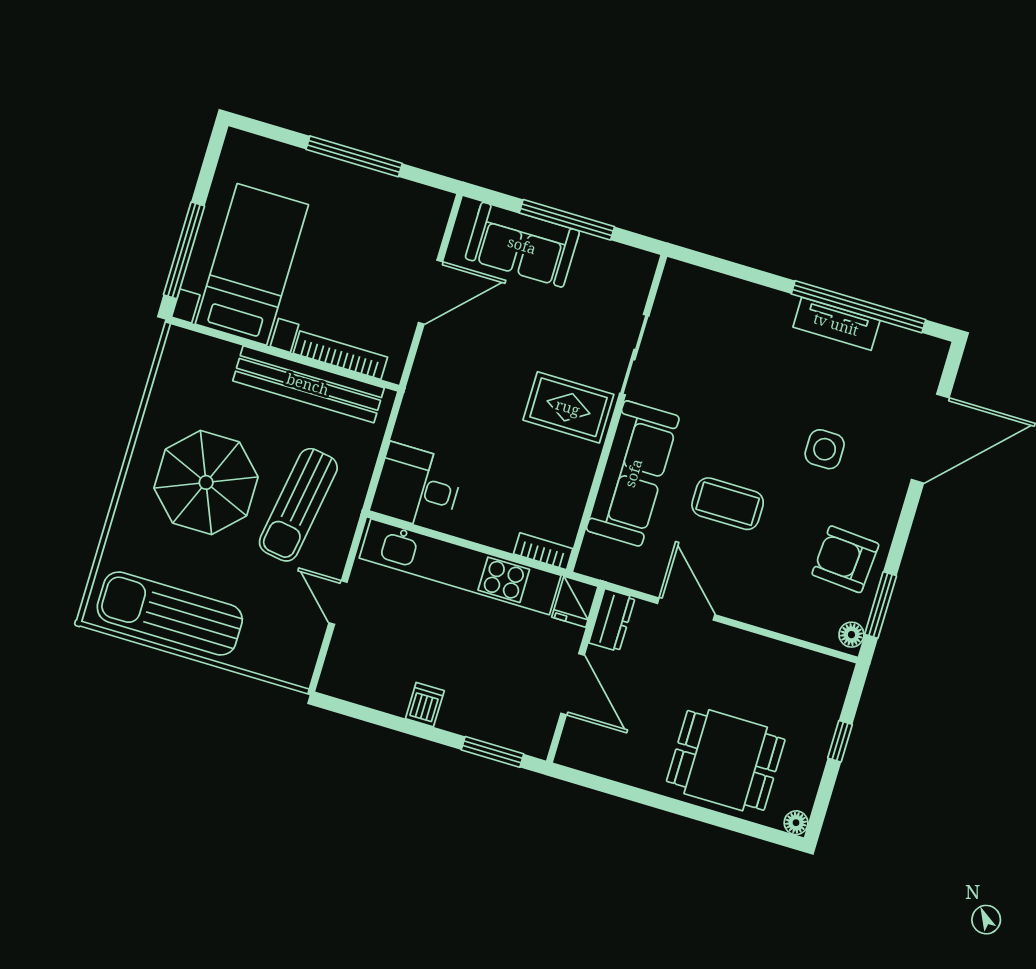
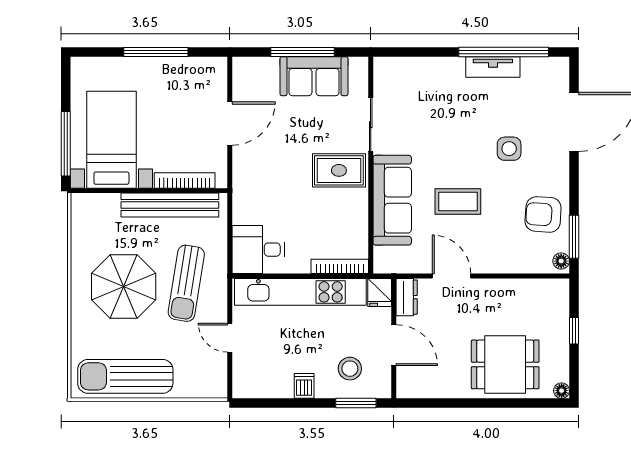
sofa: (522, 245) -> (314, 76), moved
bookcase: (543, 551) -> (340, 266), width x1.56
stool: (499, 699) -> (350, 369), added

